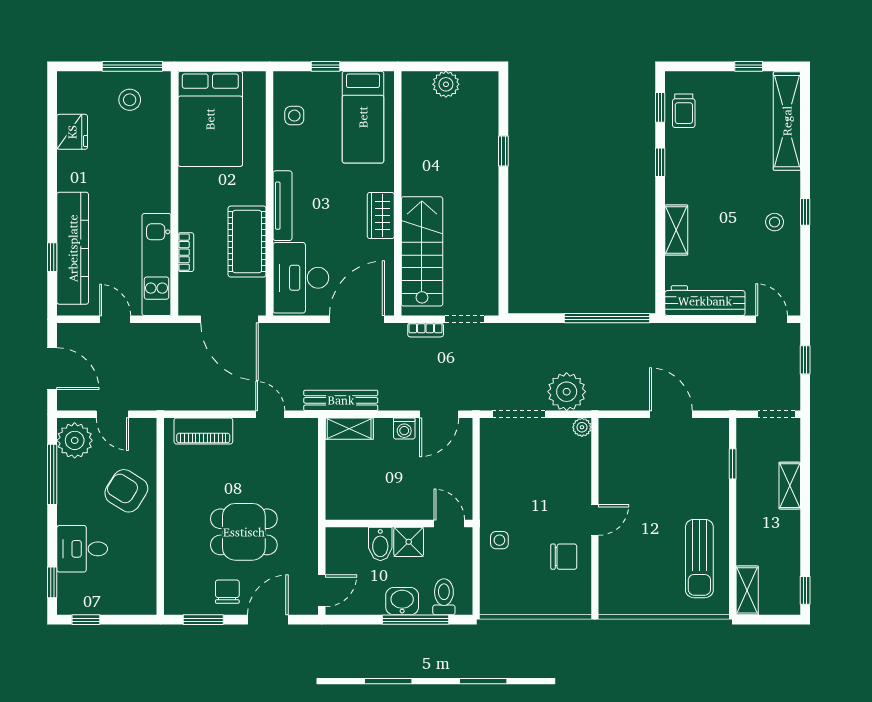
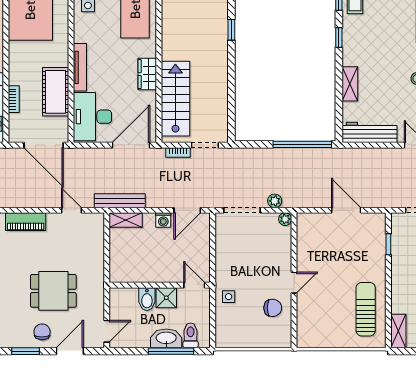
plant: (567, 392) -> (275, 201), width x0.53, depth x0.53
sun lounger: (699, 559) -> (366, 309), turned 180
washbasin: (402, 601) -> (166, 338), width x1.38

